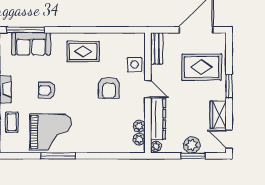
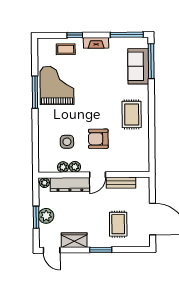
bench: (157, 48) -> (121, 183), moved
side table: (134, 64) -> (67, 142), moved
rug: (201, 67) -> (118, 224), width x0.73, depth x0.70
armchair: (47, 90) -> (95, 81), removed
grand piano: (51, 132) -> (57, 85), turned 180
plant: (139, 139) -> (75, 167), moved
door: (229, 139) -> (52, 250), swing flipped

